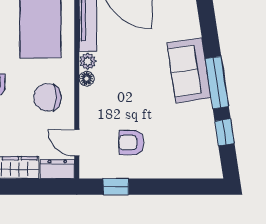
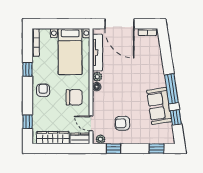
sofa: (189, 70) -> (159, 106), moved
chair: (47, 97) -> (74, 97), turned 180
plant: (93, 170) -> (100, 139), added
window: (191, 187) -> (157, 149), added

